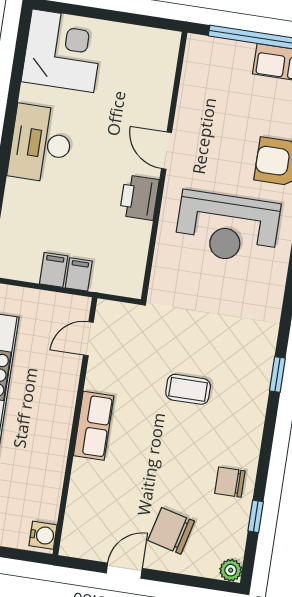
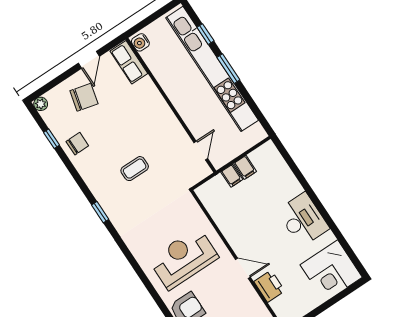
printer: (139, 198) -> (269, 286), moved
row of seats: (94, 426) -> (129, 62), moved

